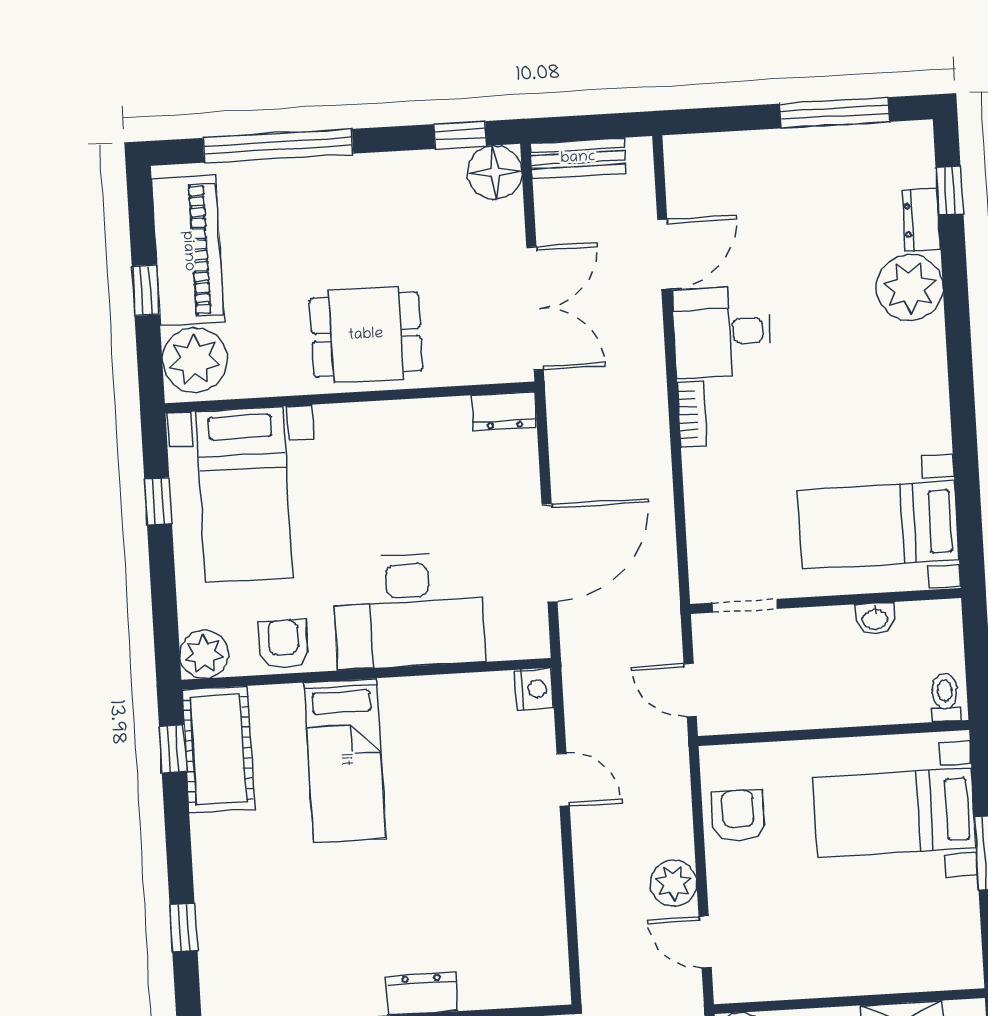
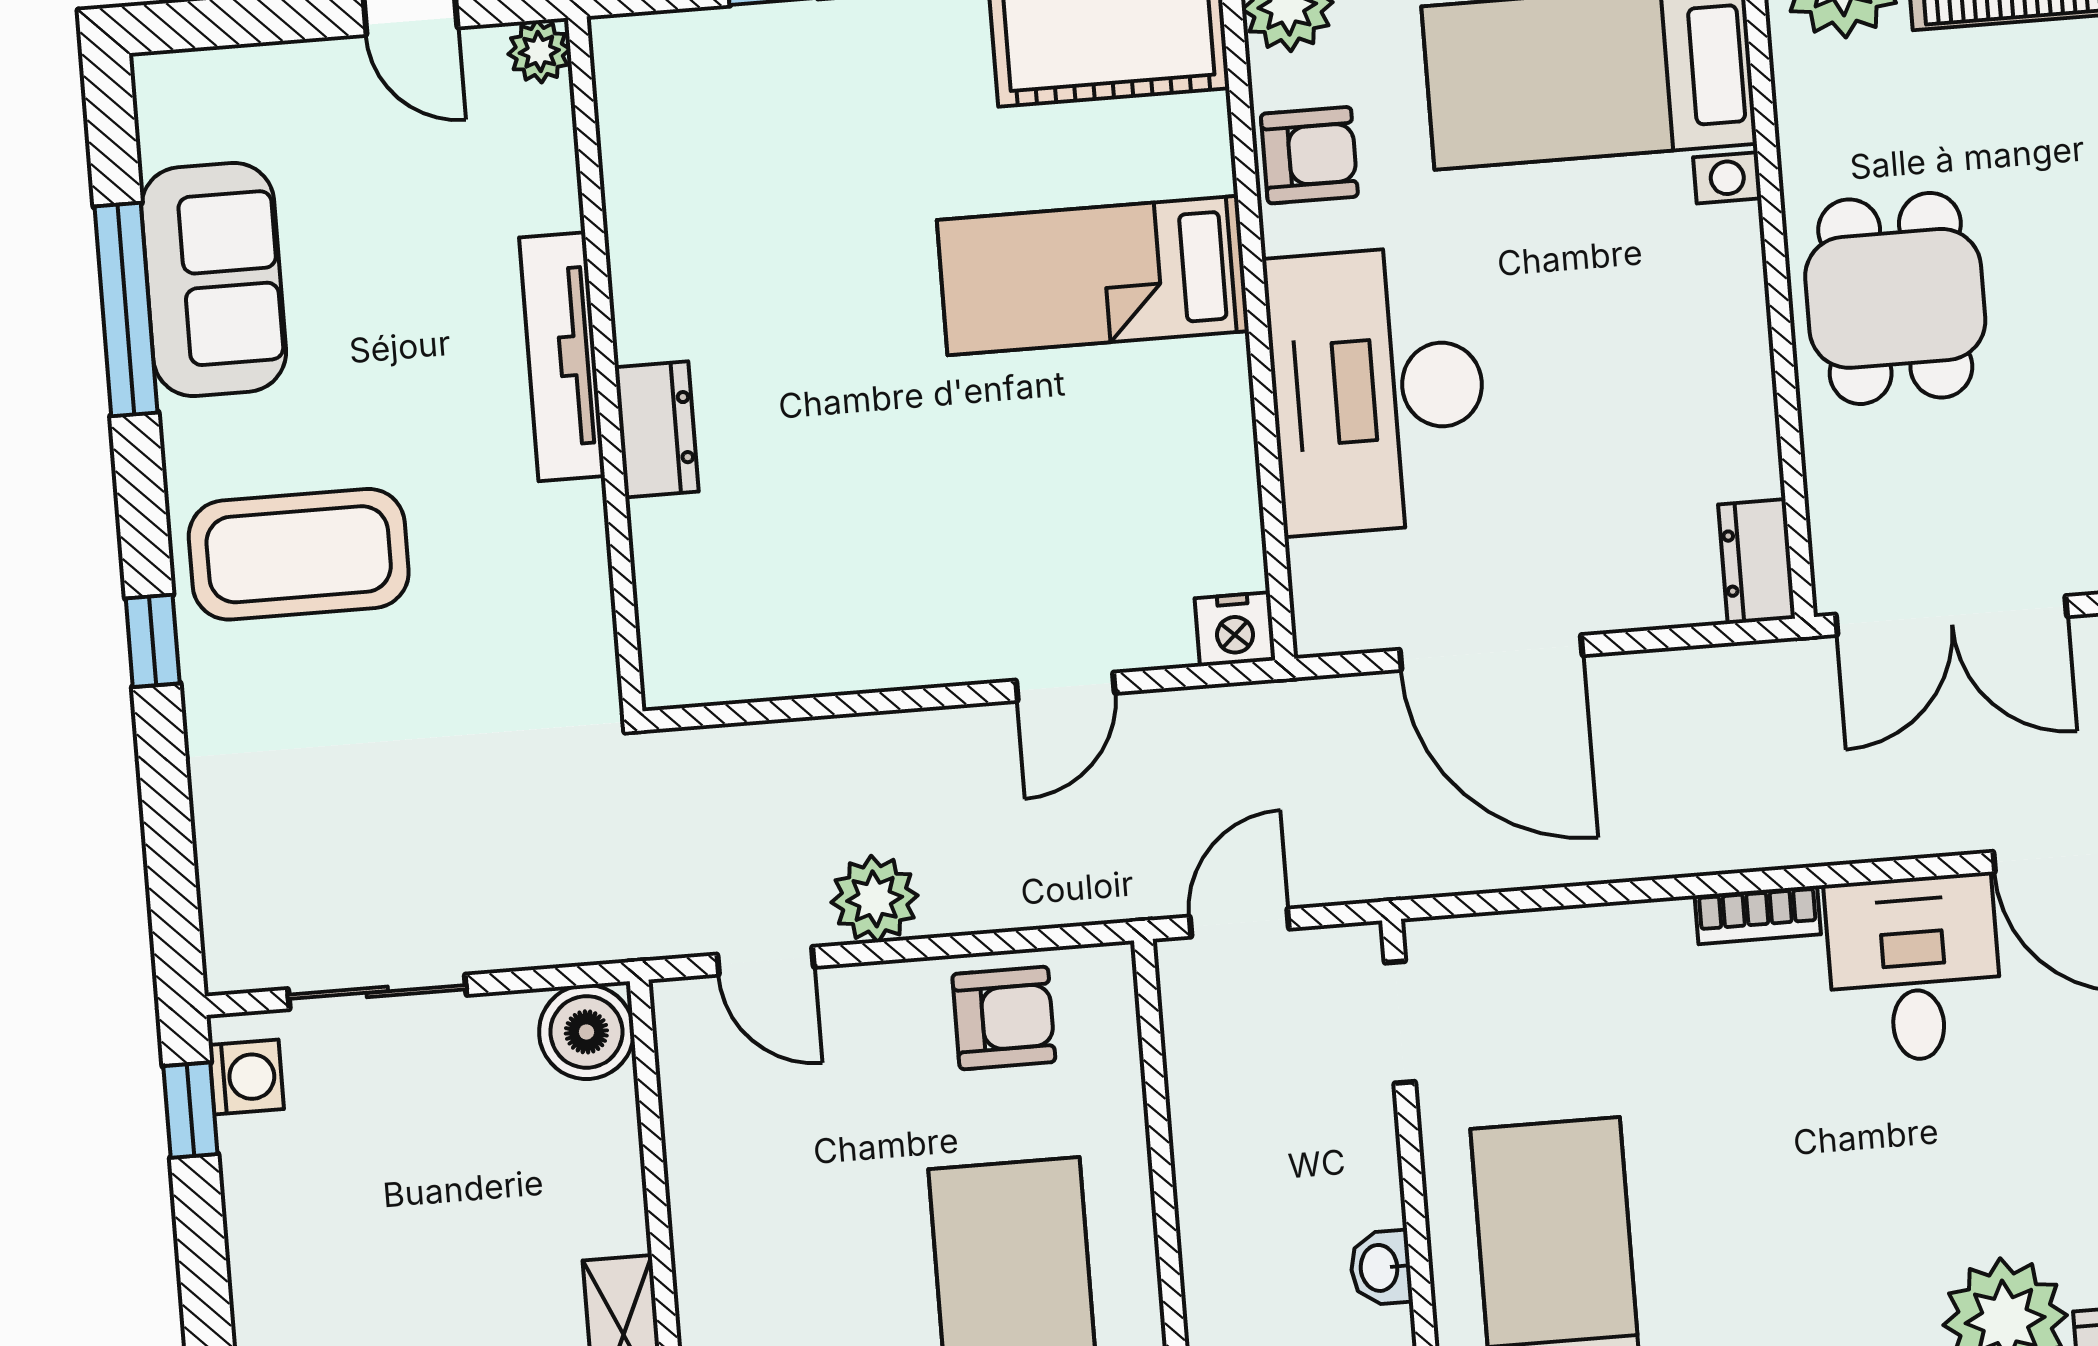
door: (705, 942) -> (766, 961), swing flipped

